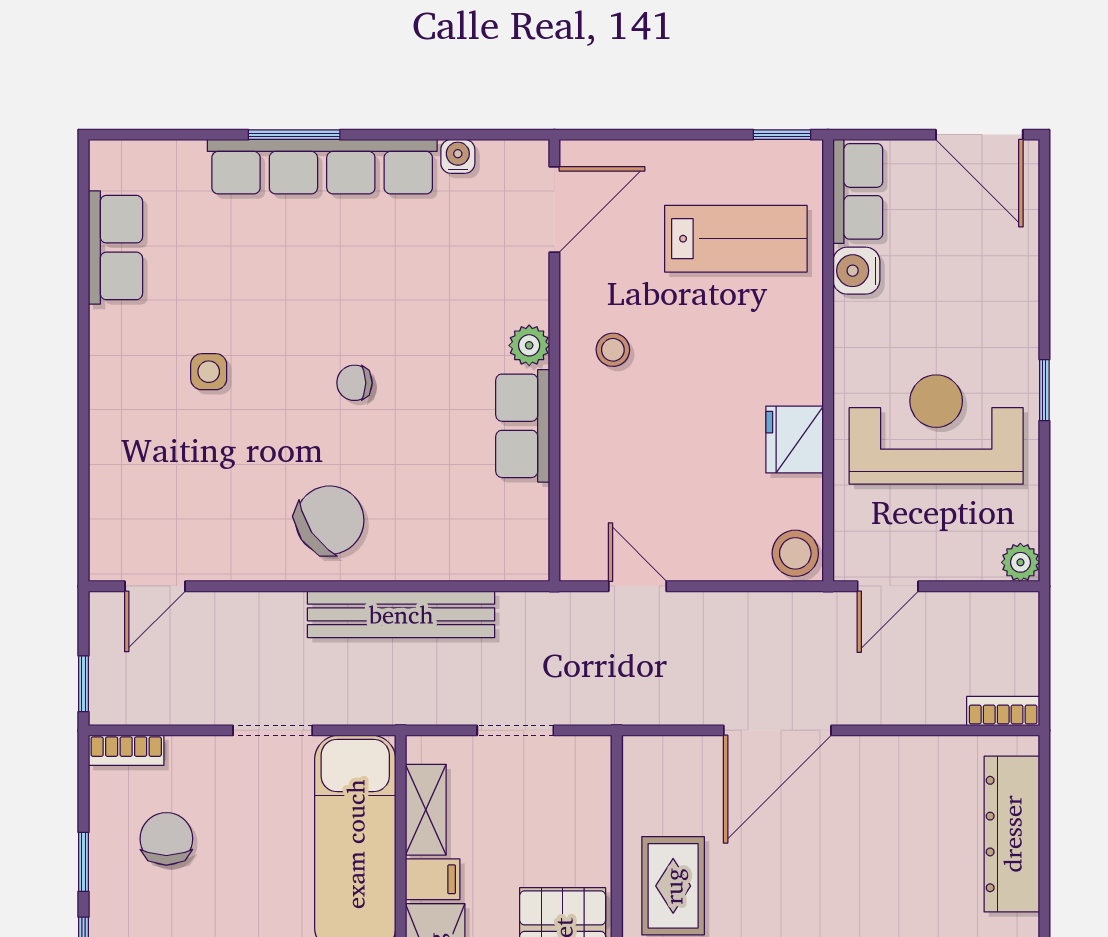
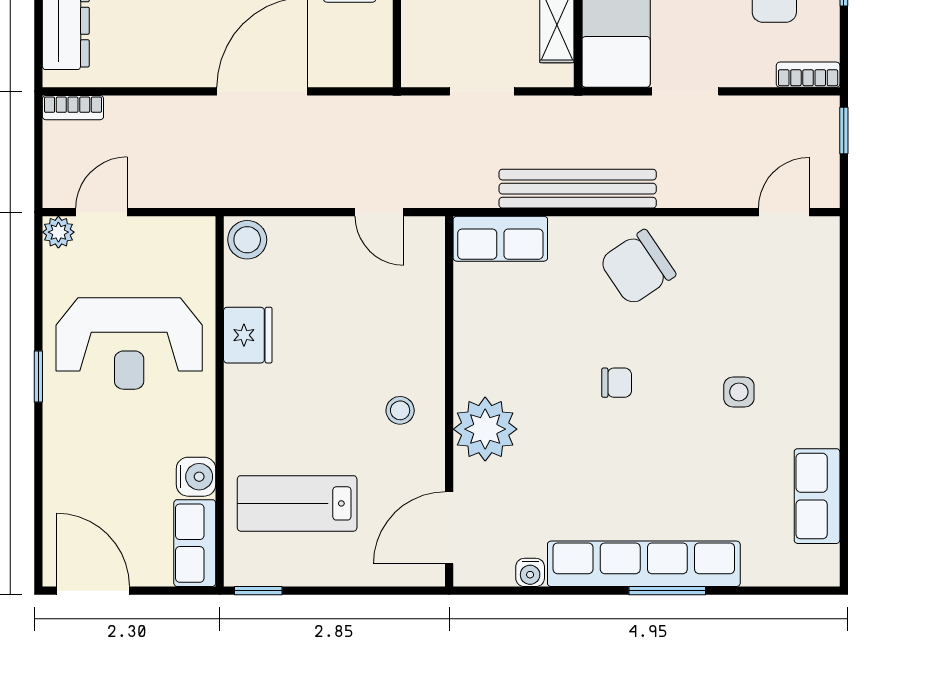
plant: (529, 345) -> (485, 429), width x1.87, depth x1.87
row of seats: (523, 426) -> (500, 239), moved, turned 90
door: (888, 586) -> (102, 212), moved

